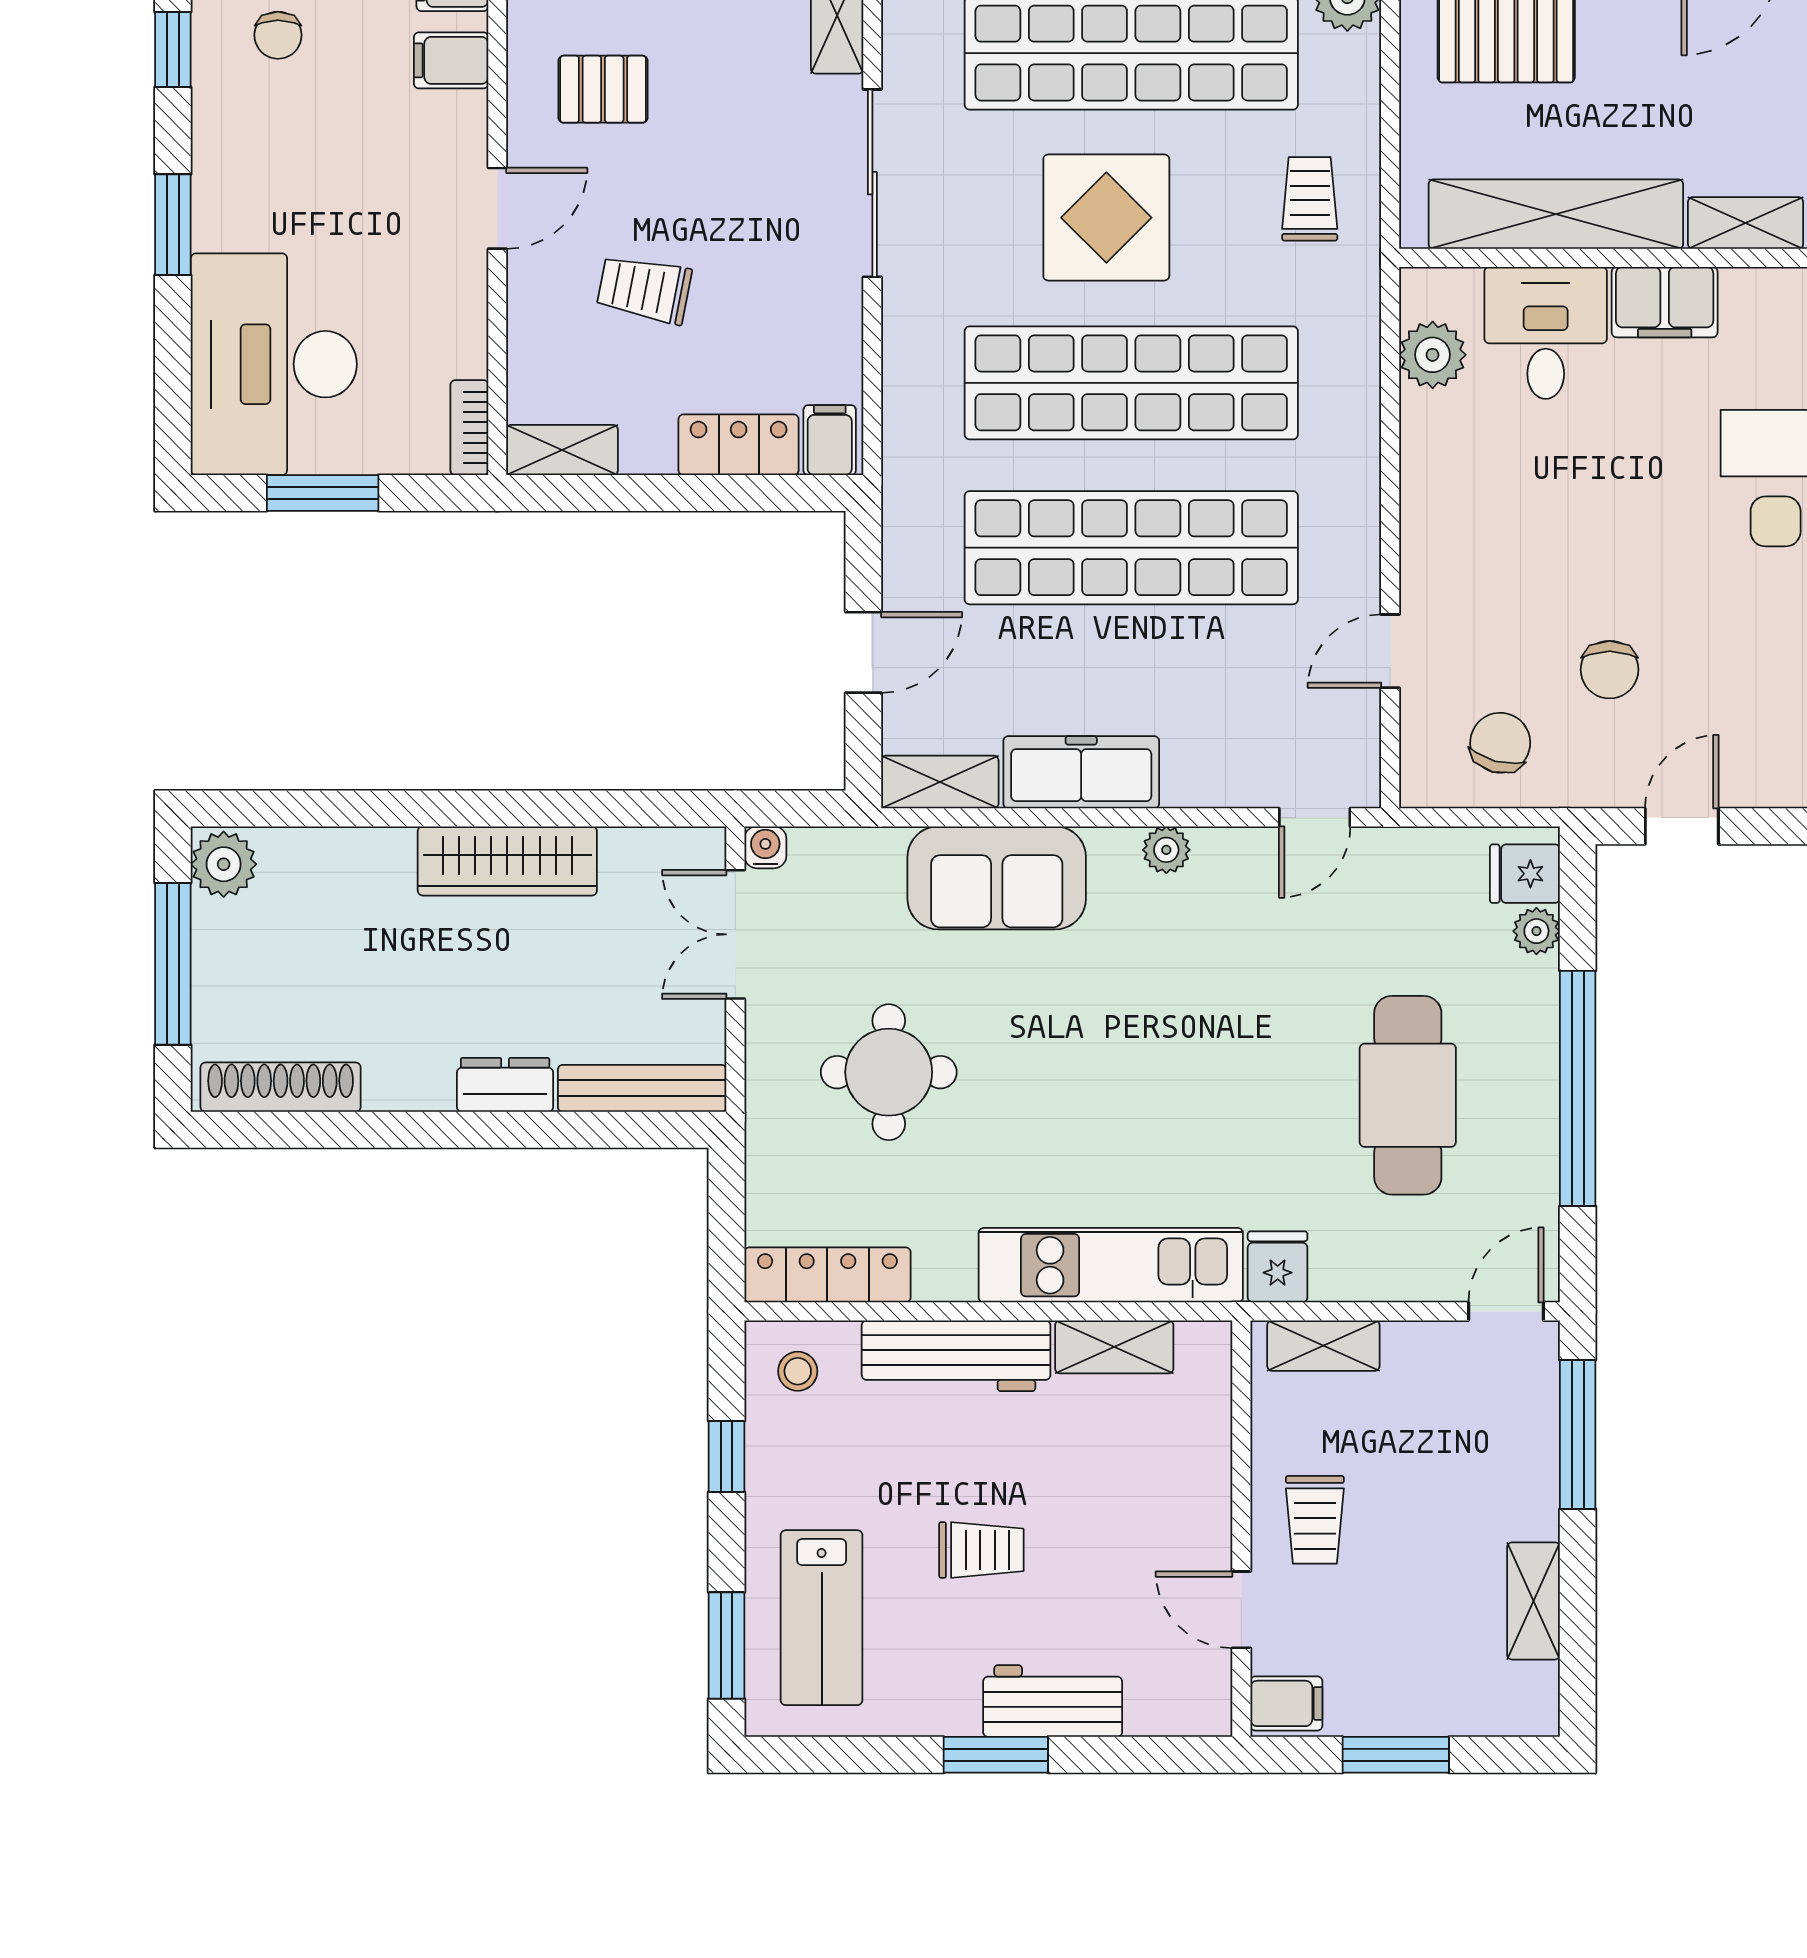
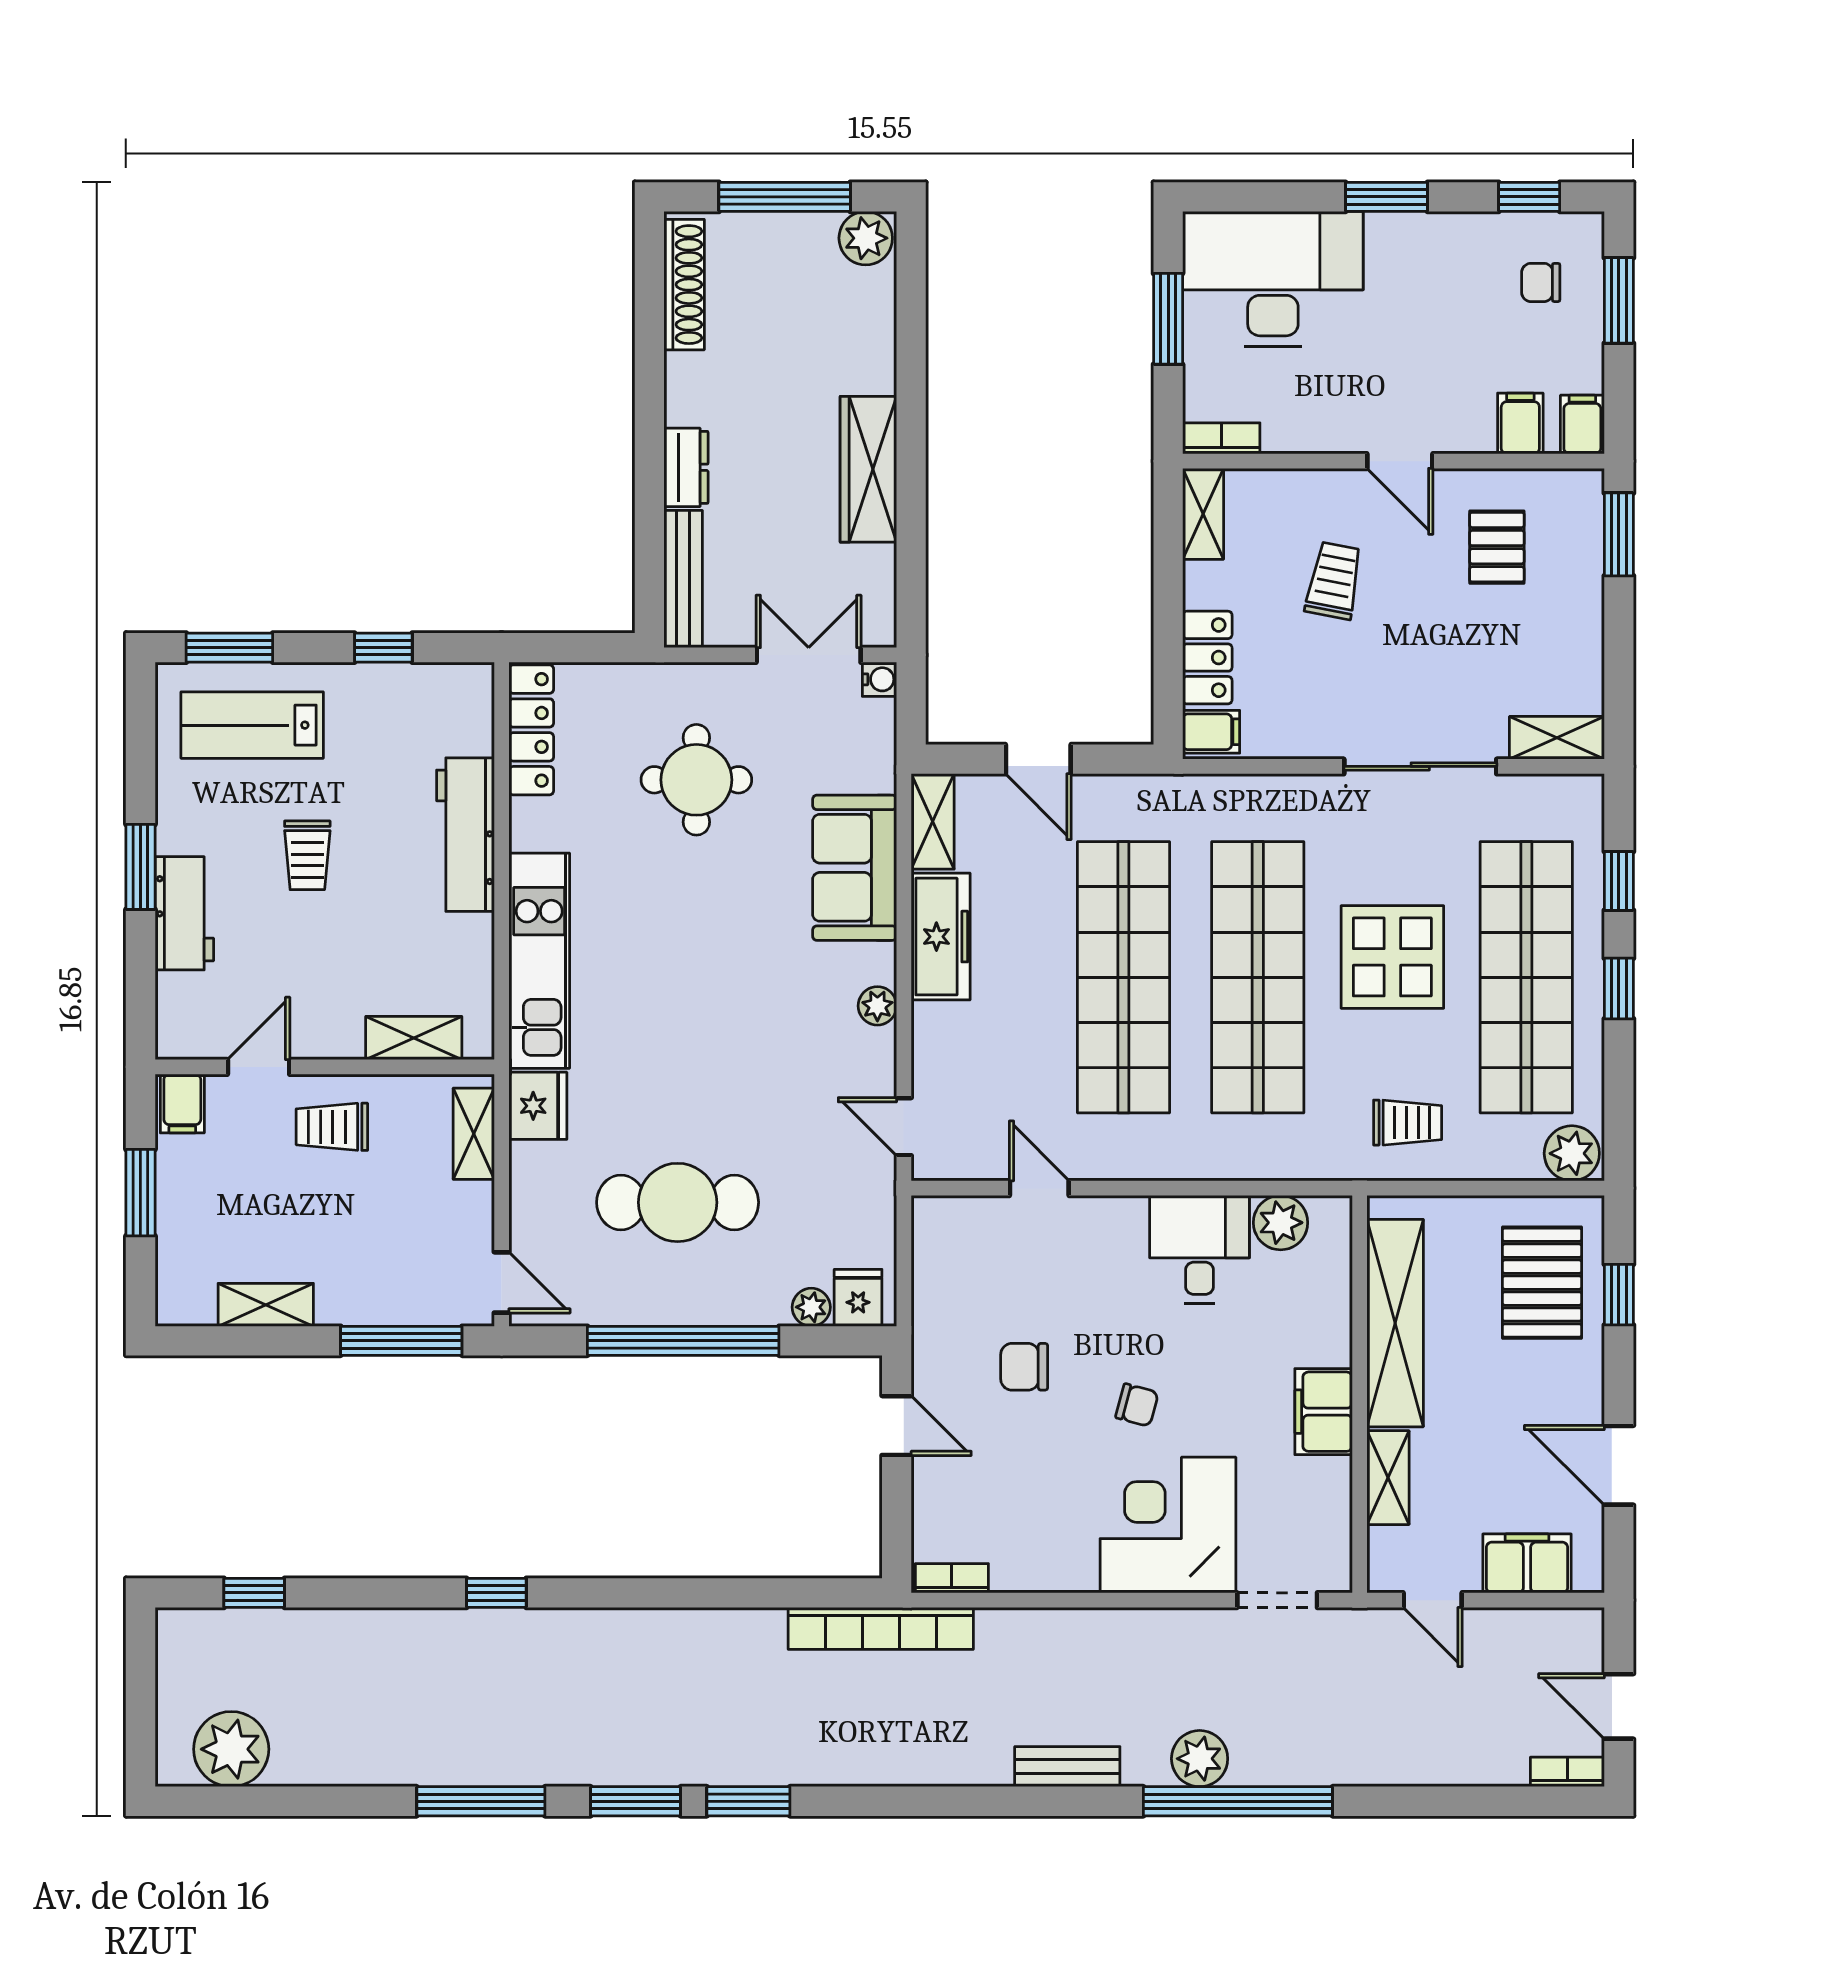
desk: (1546, 333) -> (1200, 1249), moved, turned -90
chair: (1500, 743) -> (1137, 1405), moved, width x0.73, depth x0.73
fridge: (1278, 1267) -> (538, 1106), width x1.38
shelving: (1114, 1347) -> (414, 1038), moved, turned 90
stool: (798, 1371) -> (453, 706), removed

